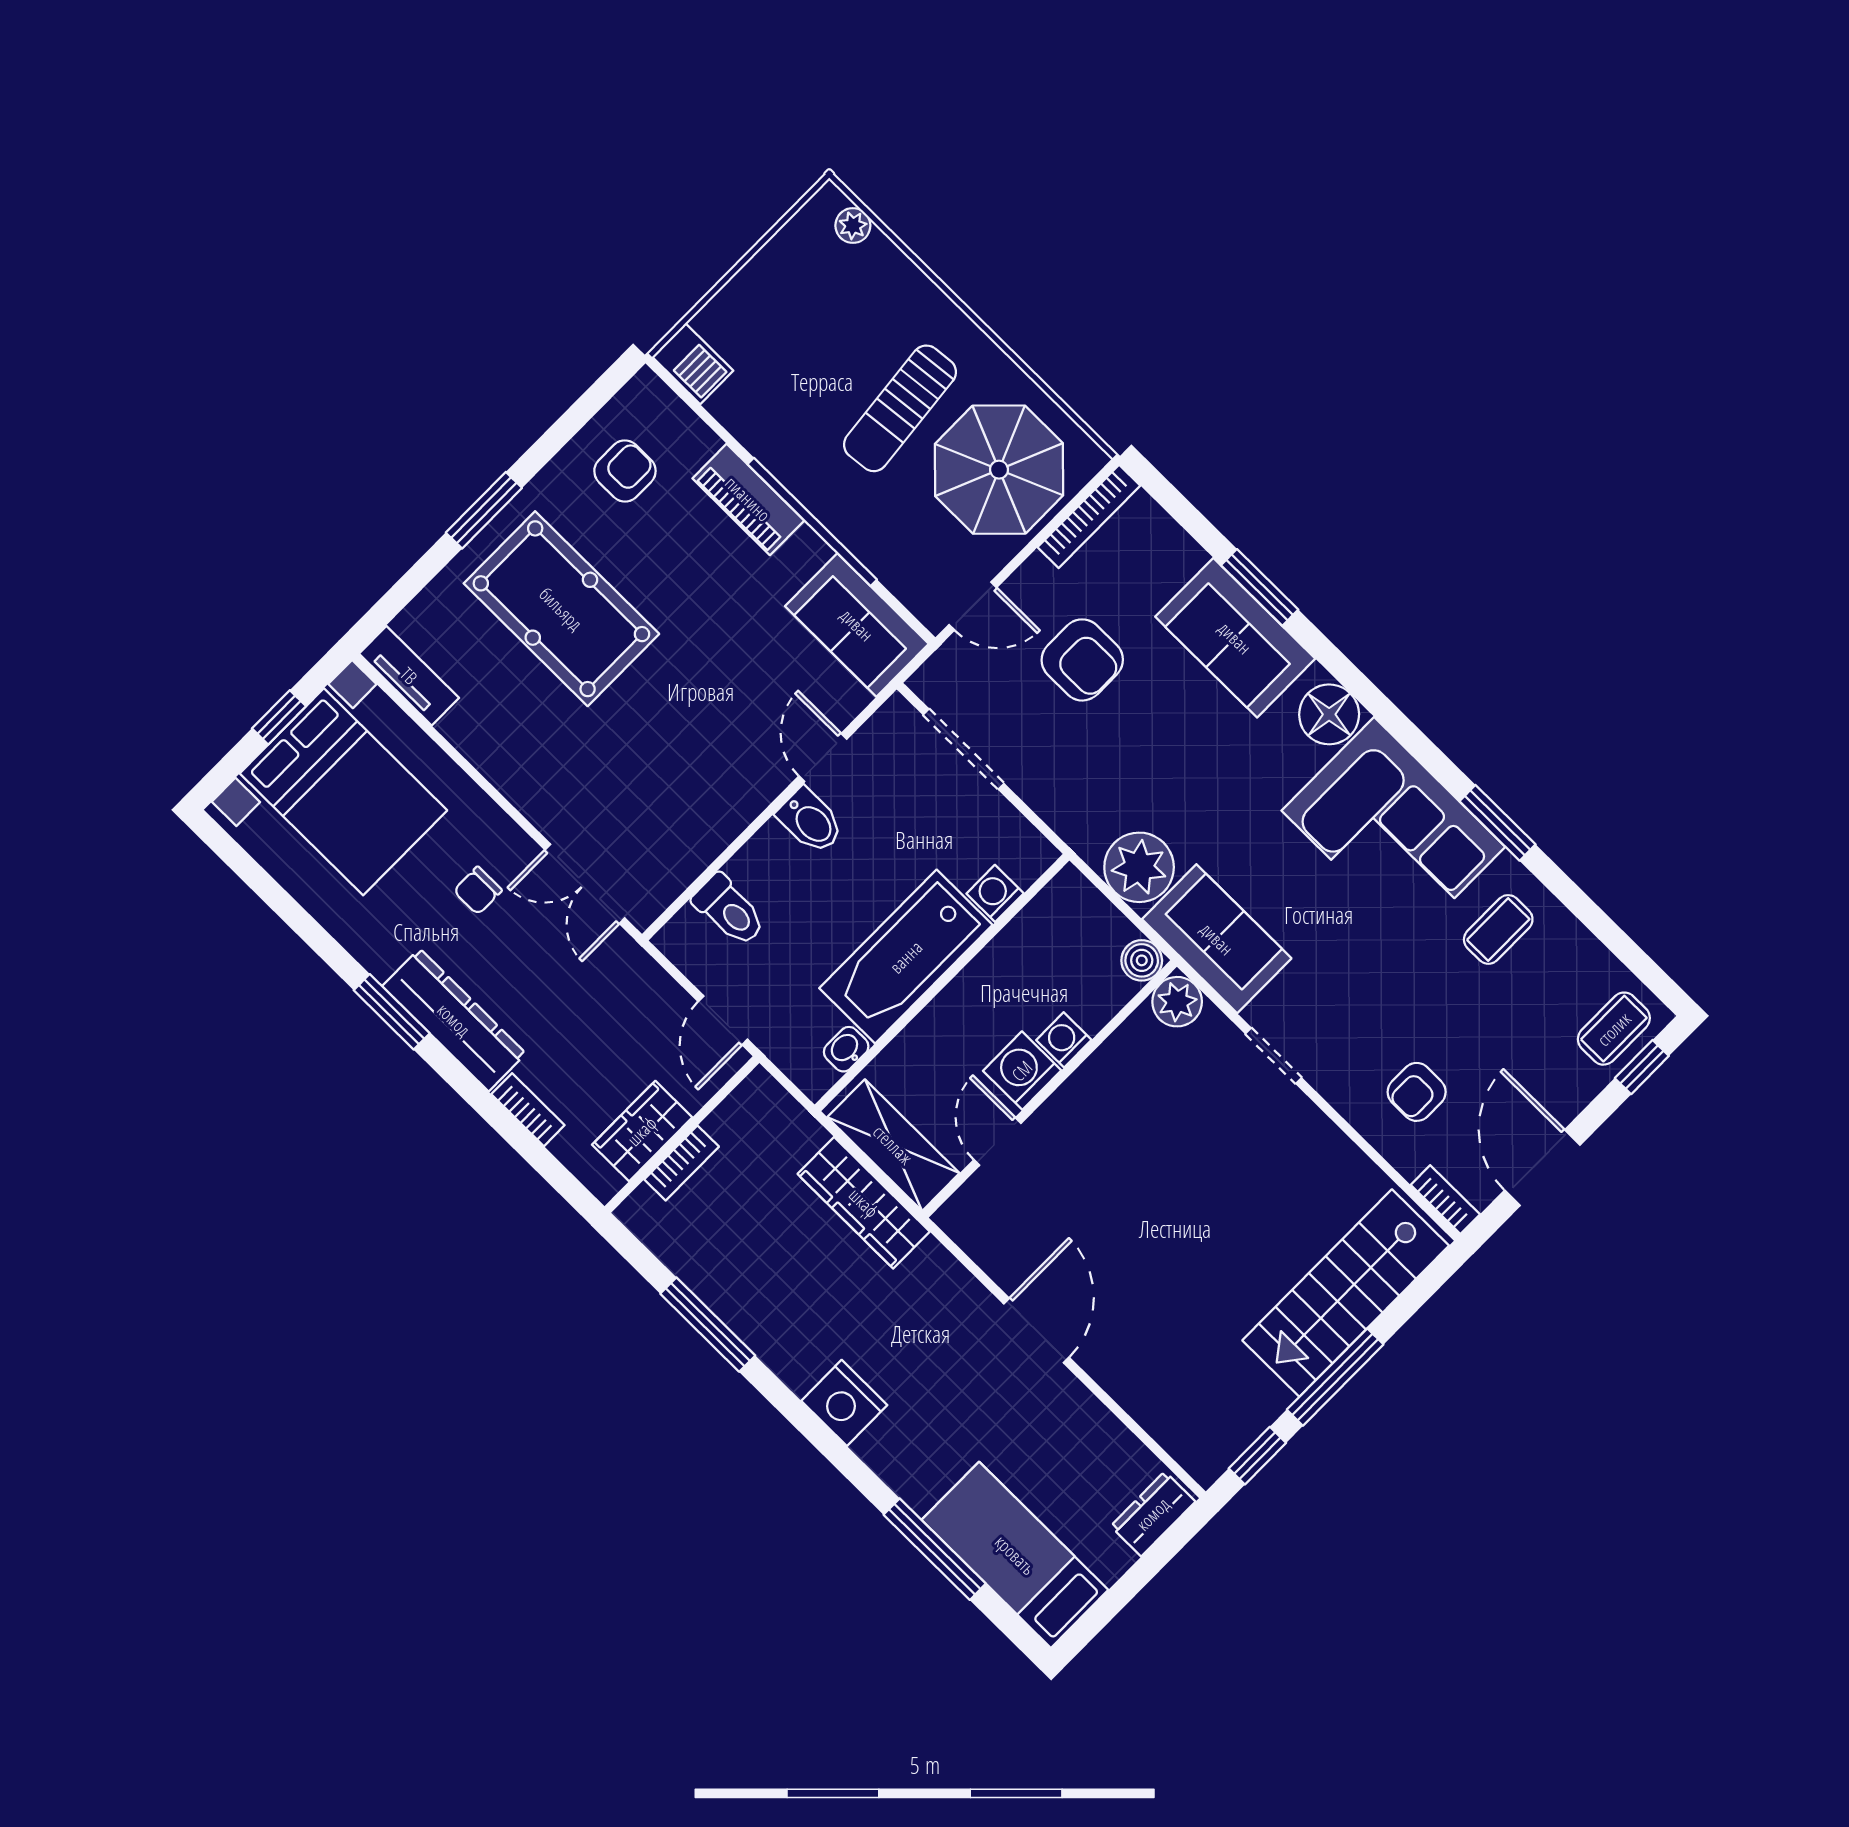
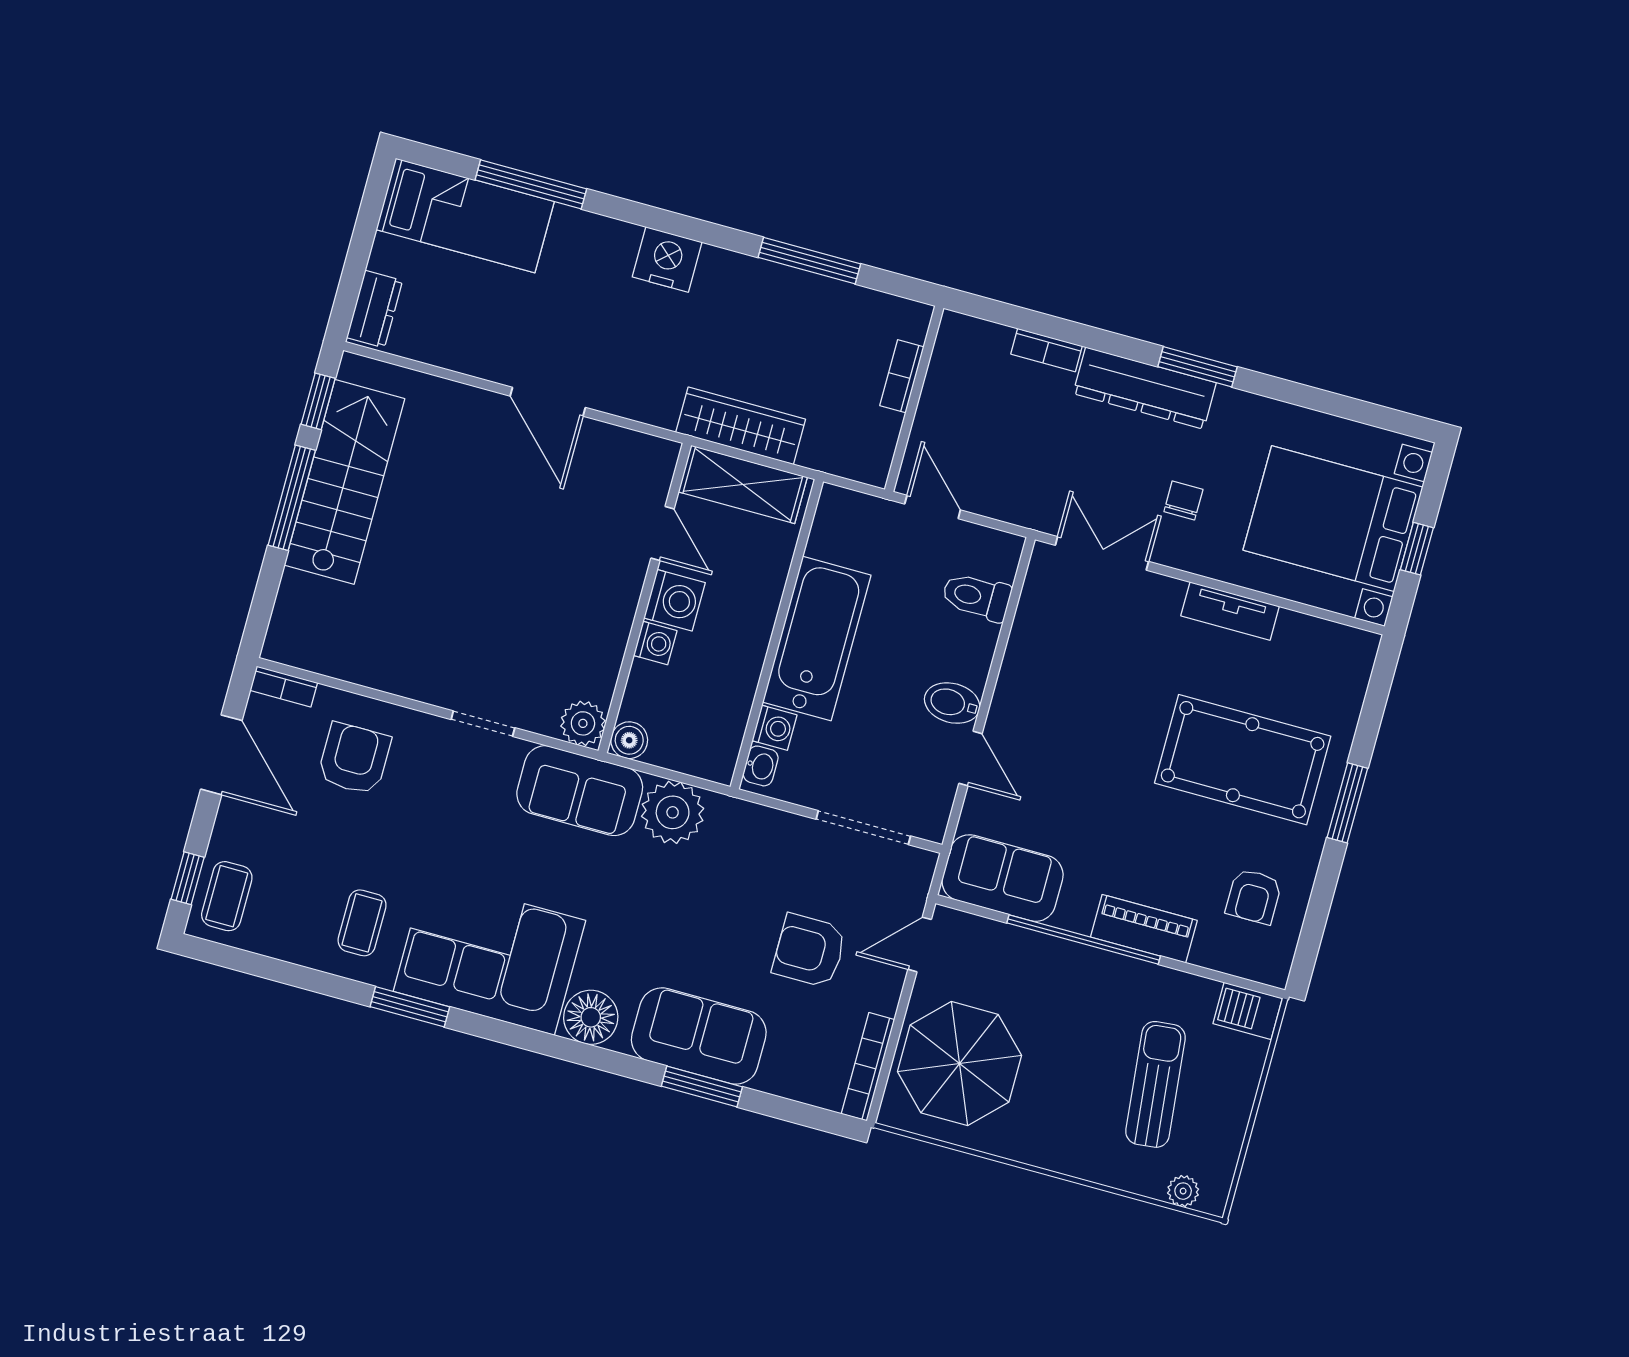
sun lounger: (900, 408) -> (1156, 1084), moved
tv unit: (409, 676) -> (1230, 611), moved
washbasin: (846, 1049) -> (761, 766), moved
armchair: (1417, 1092) -> (354, 759), width x1.38, depth x1.38
wardrobe: (642, 1131) -> (947, 384), removed
stairs: (1346, 1293) -> (345, 482), moved

